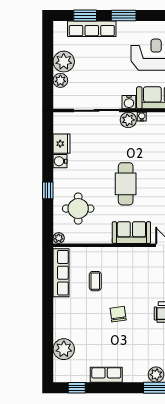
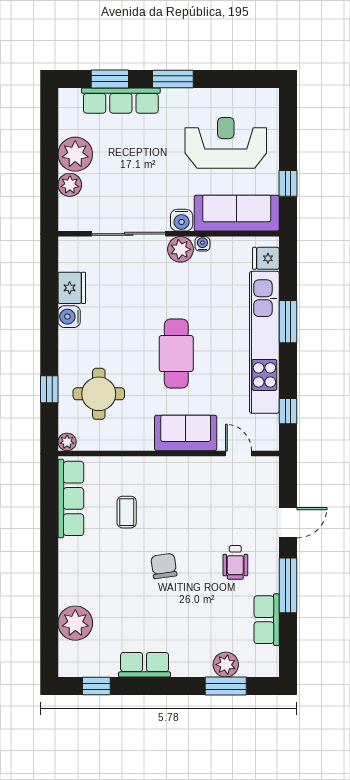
window: (48, 190) -> (49, 389), moved

